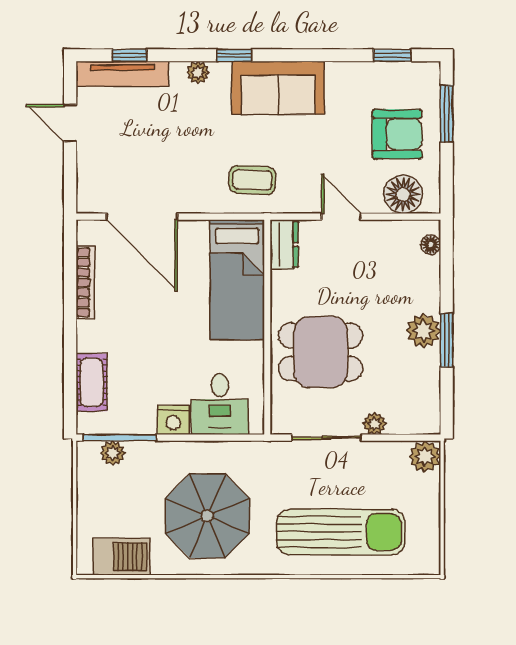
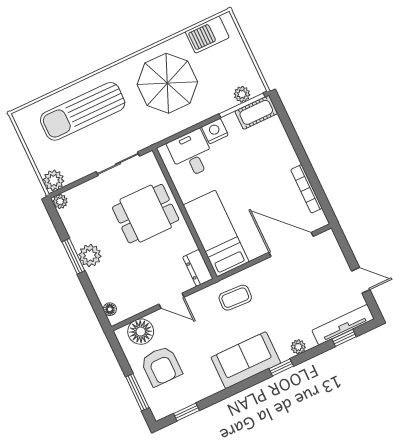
armchair: (397, 134) -> (161, 366), turned -90
cot: (92, 382) -> (256, 112), moved, turned 90
plant: (374, 424) -> (60, 201), moved

